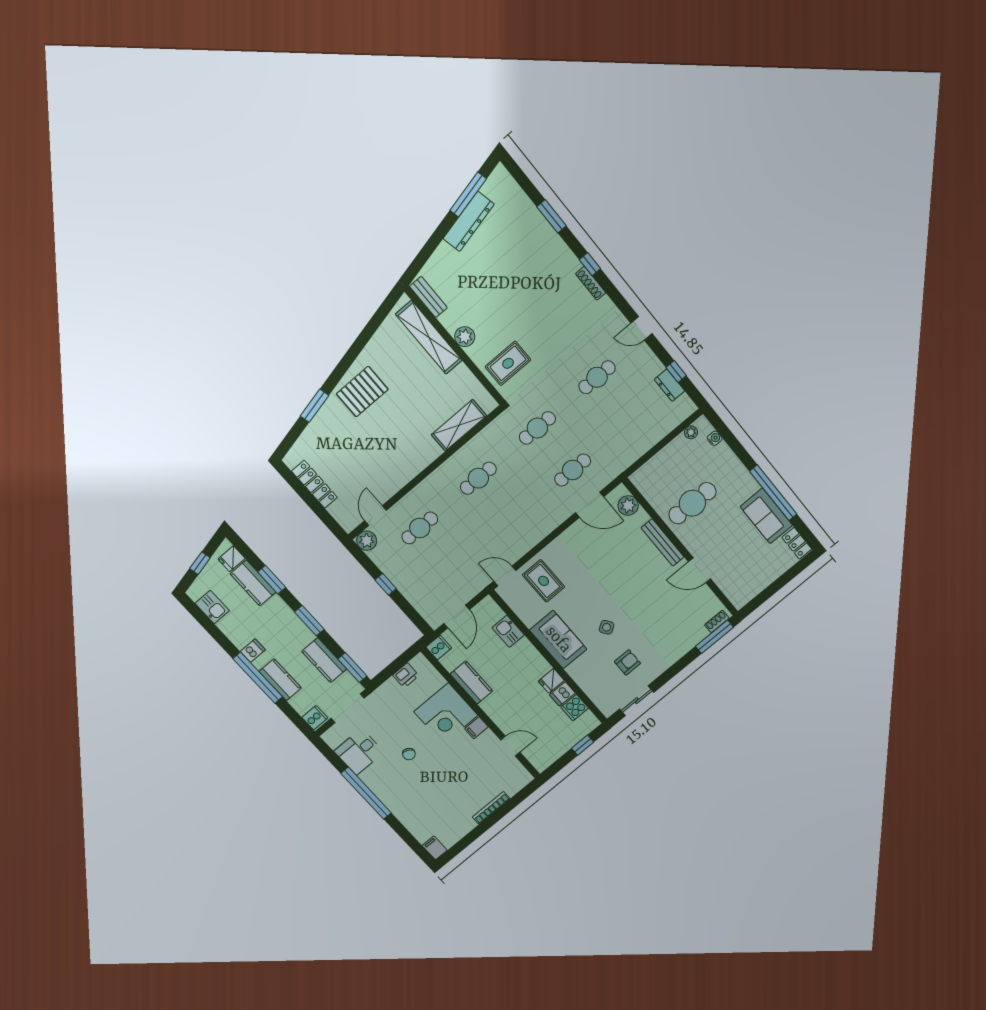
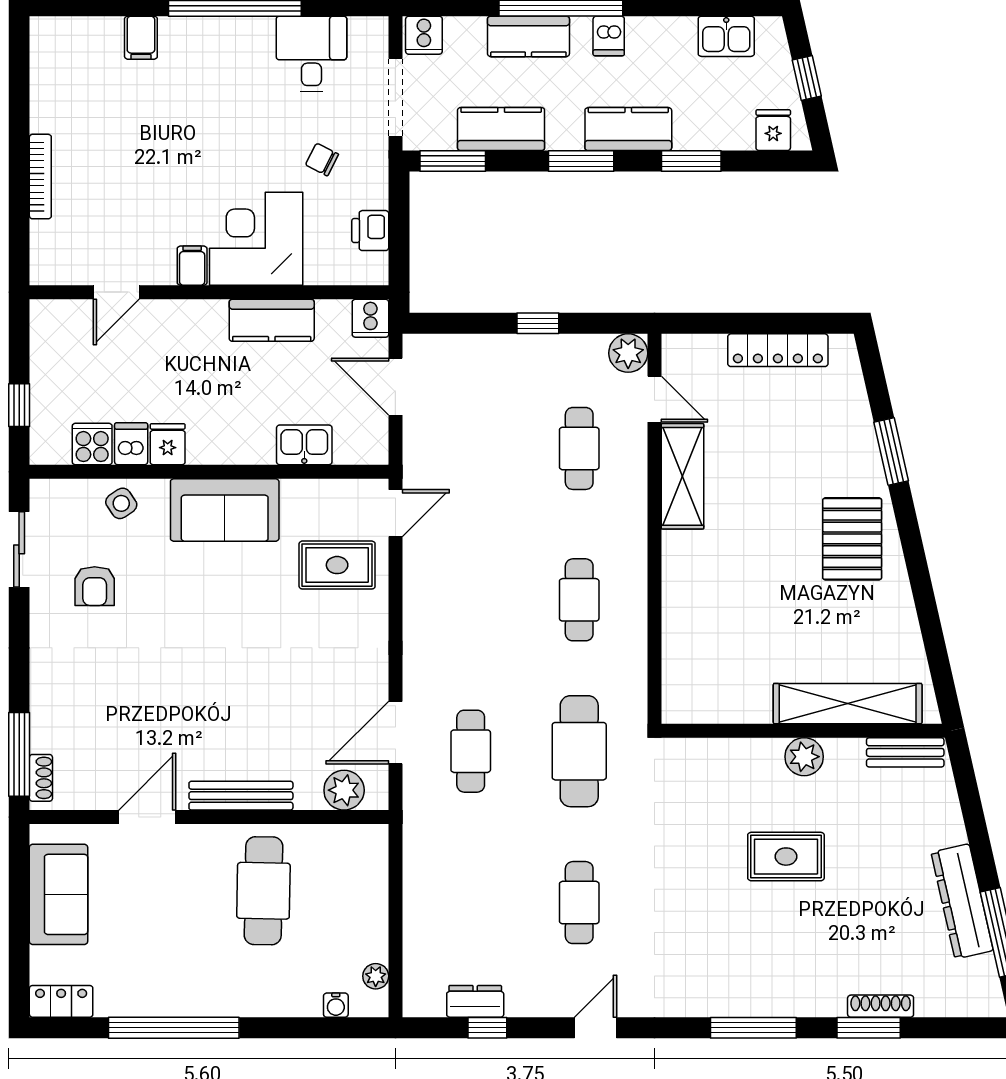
window: (590, 264) -> (753, 1028), width x2.17
shoe rack: (591, 283) -> (881, 1006), moved
rug: (508, 363) -> (786, 857), moved, turned 90
shelving: (459, 425) -> (683, 476), moved
cafe table: (537, 428) -> (579, 751), width x1.37, depth x1.35
sofa: (766, 516) -> (59, 894), moved, turned 90
kitchen counter: (253, 583) -> (628, 129), moved
side table: (607, 627) -> (121, 503), moved
chair: (409, 754) -> (322, 159), moved
filing cabinet: (435, 848) -> (141, 38), moved, turned 90

